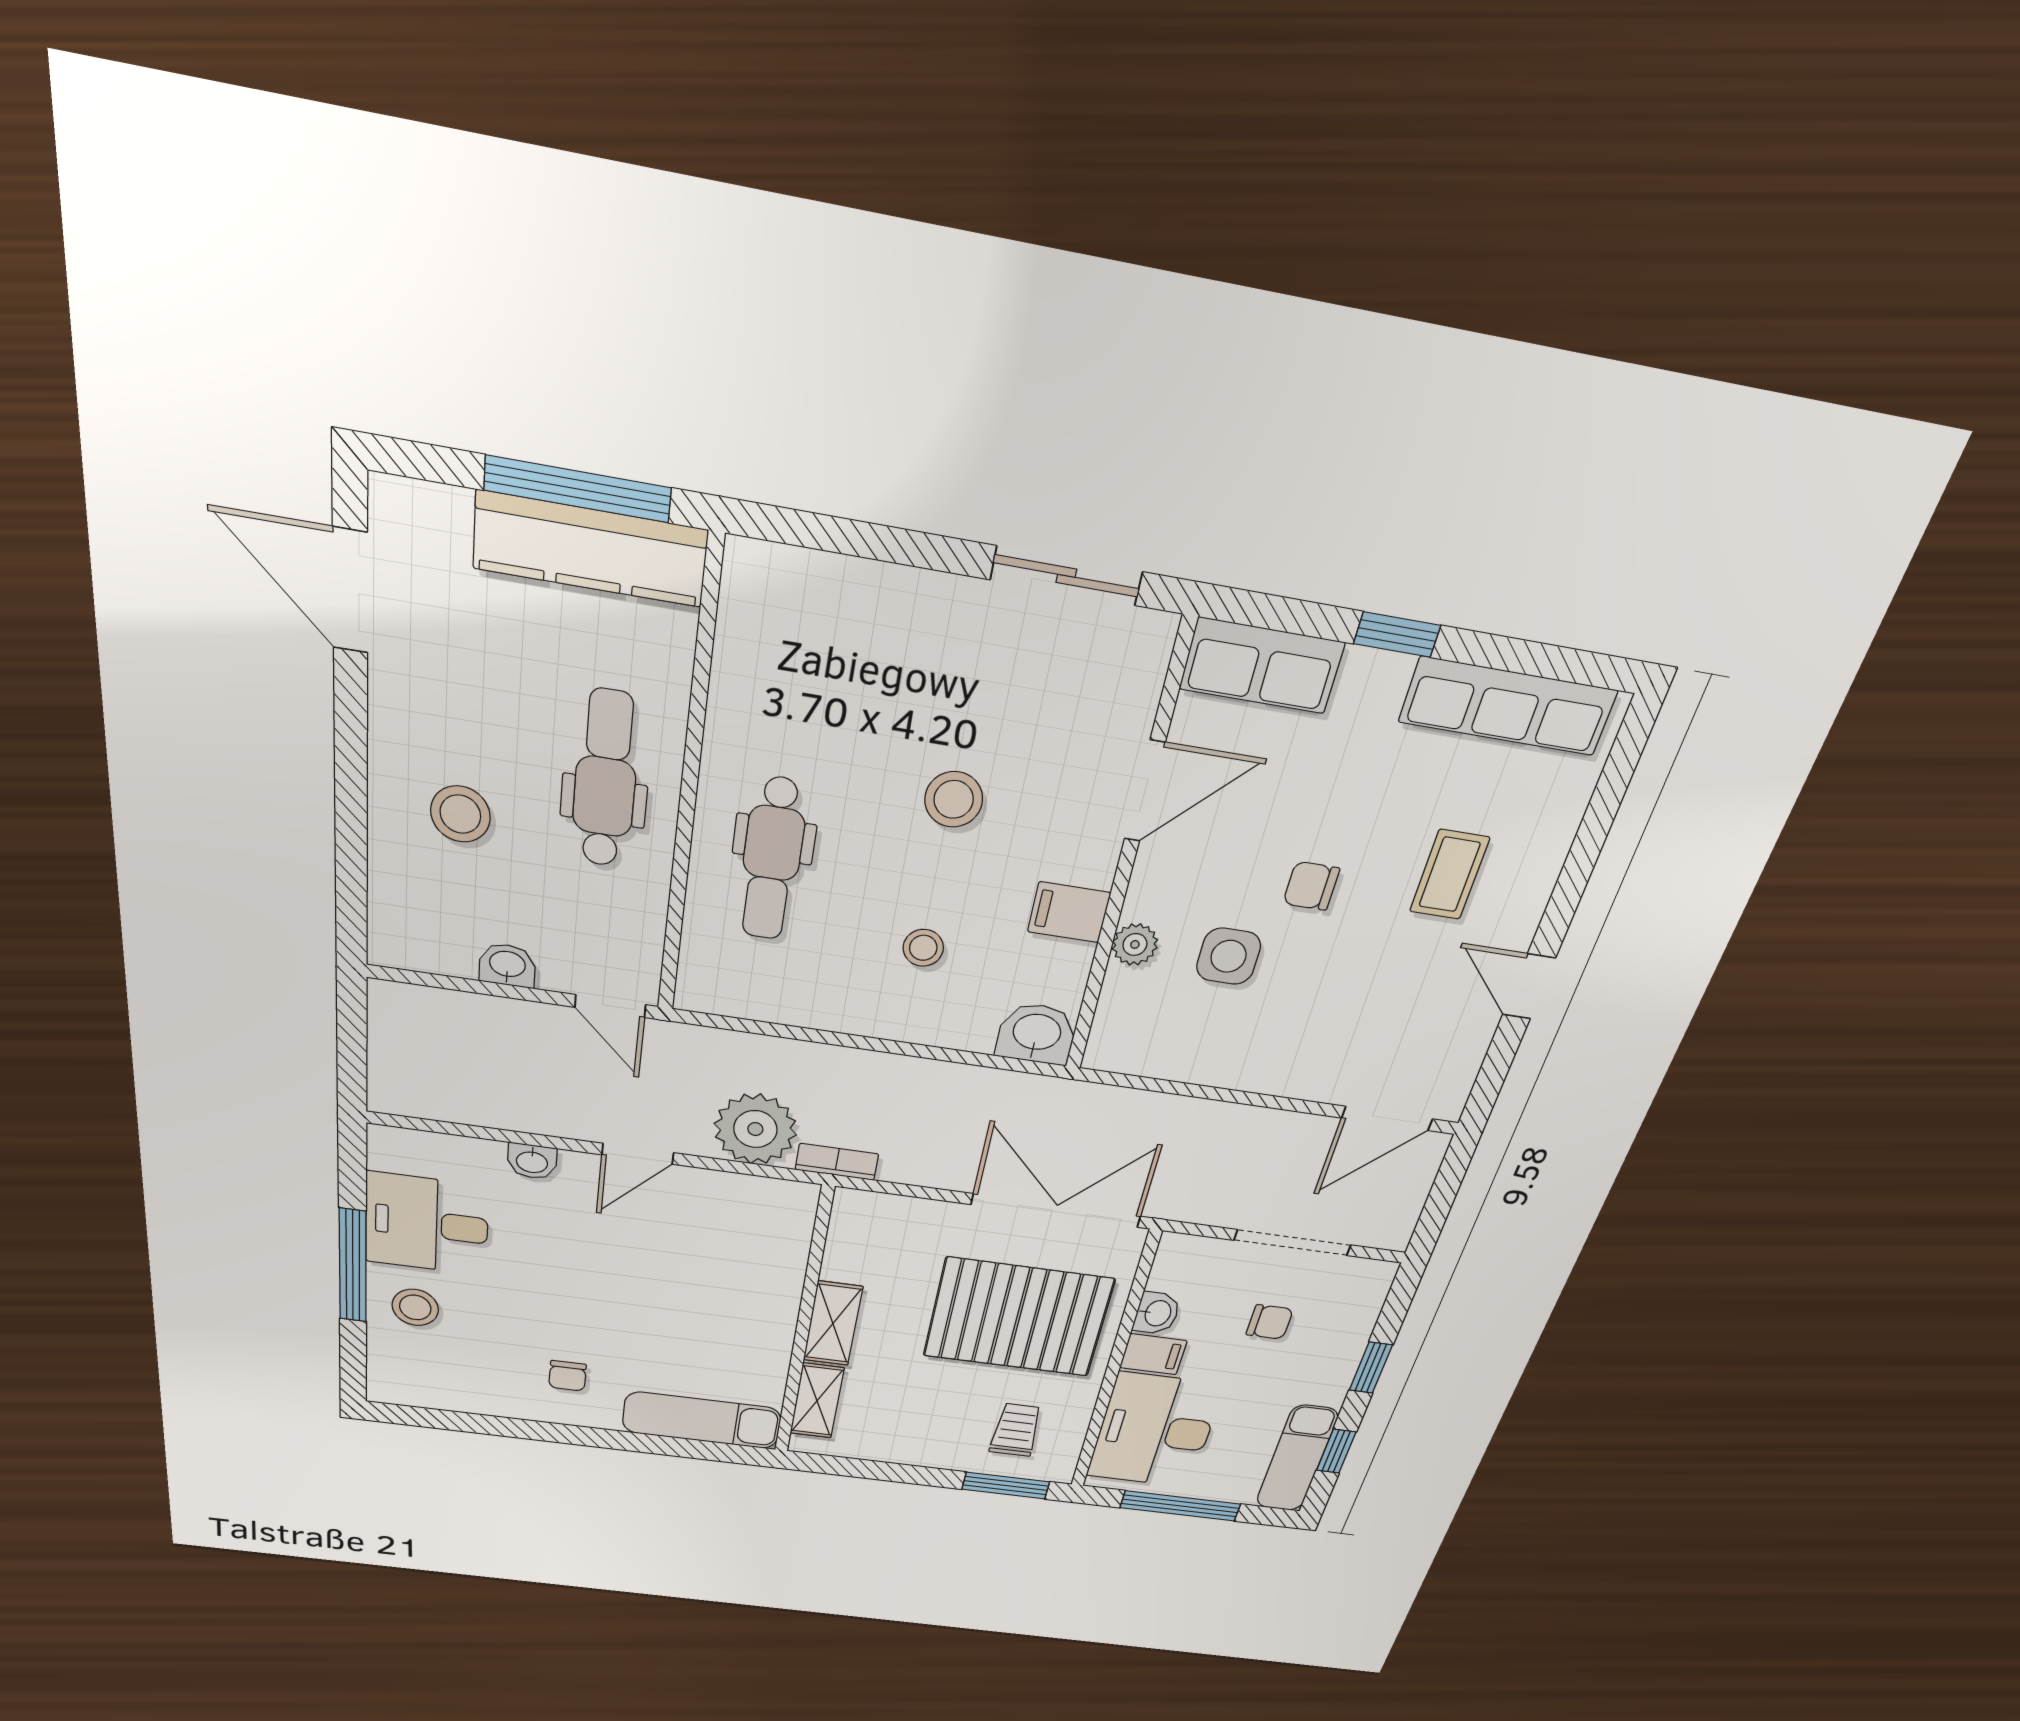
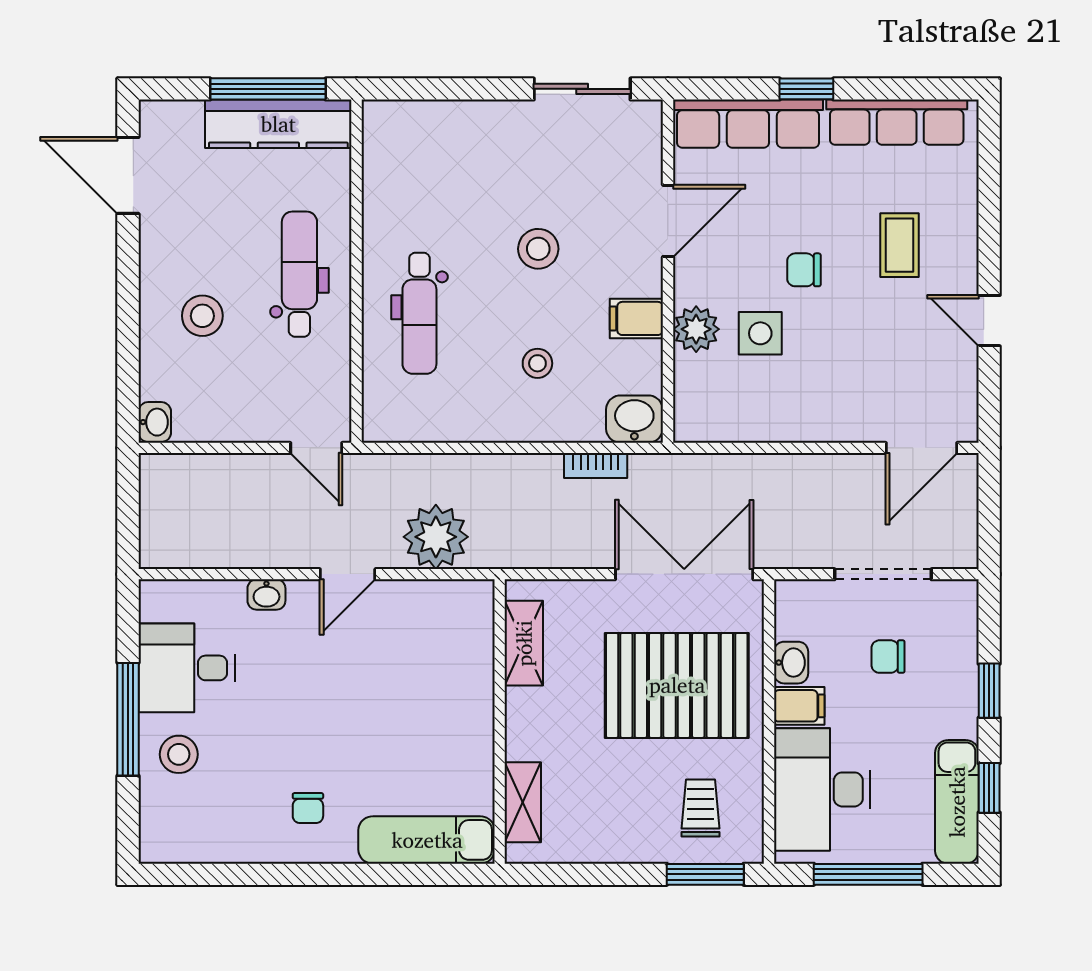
row of seats: (1262, 666) -> (748, 124), width x1.48
plant: (1135, 944) -> (696, 329), width x1.38, depth x1.38
washbasin: (507, 965) -> (155, 422), moved, turned 90
bookcase: (837, 1162) -> (596, 466), moved, turned 180
chair: (1270, 1322) -> (888, 657), turned 180
shelving: (833, 1323) -> (524, 643), moved

